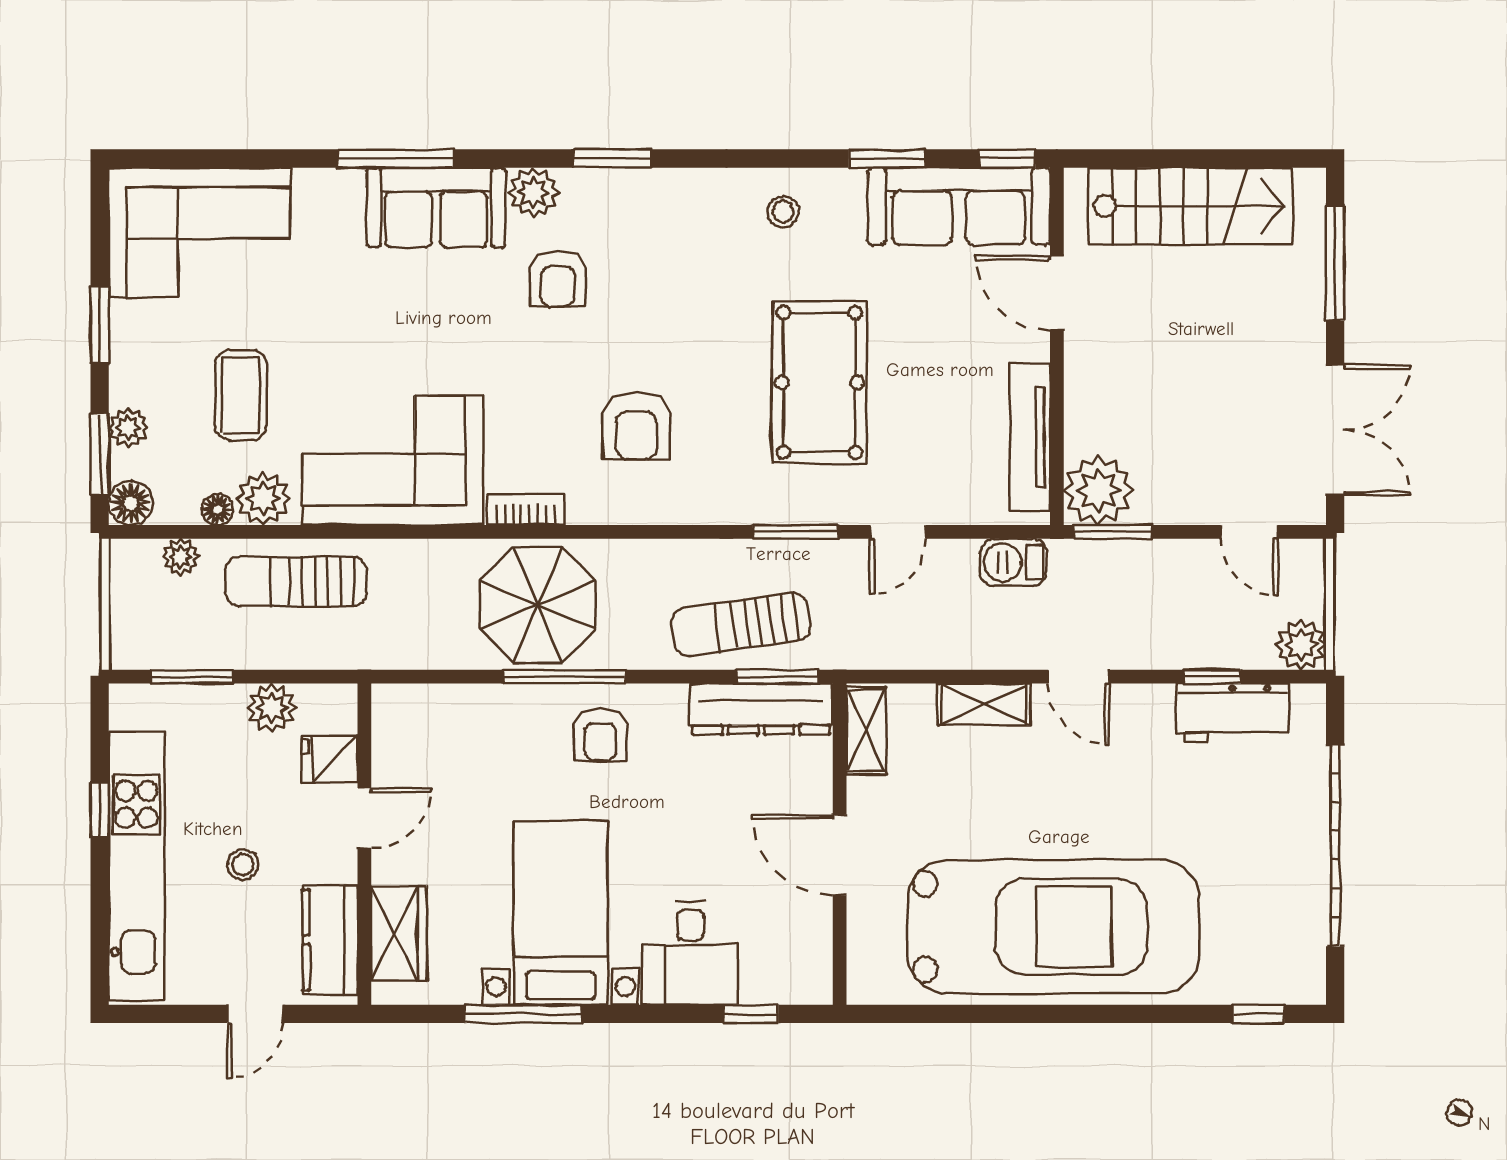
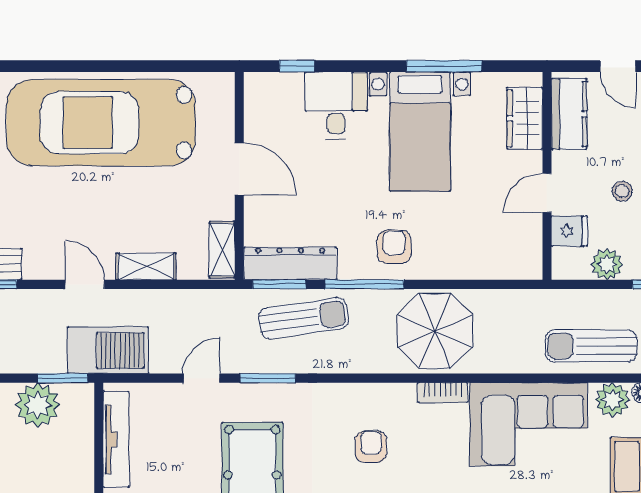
armchair: (636, 426) -> (371, 447), width x0.72, depth x0.72
plant: (1098, 490) -> (38, 405), moved
barbecue: (1013, 562) -> (108, 350), width x1.88, depth x1.53
sun lounger: (296, 581) -> (591, 346), turned 180
window: (564, 677) -> (364, 284), moved
stool: (243, 865) -> (622, 191), moved
door: (255, 1014) -> (618, 66), swing flipped

